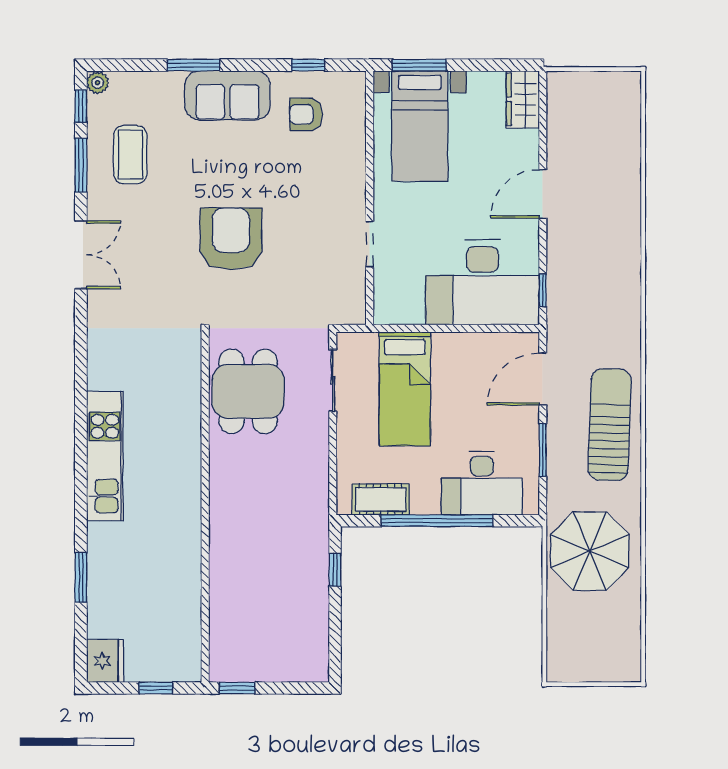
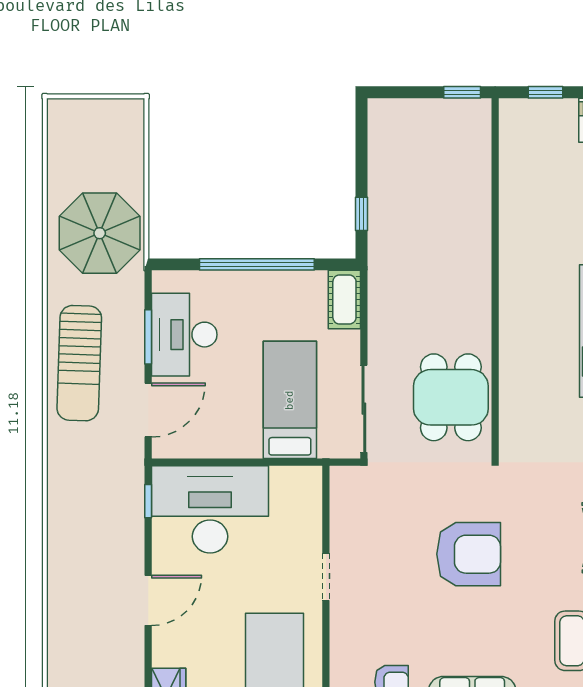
armchair: (231, 239) -> (469, 554), turned -90
doorway: (370, 244) -> (326, 577), moved
sliding door: (333, 380) -> (364, 409), width x1.37
desk: (482, 483) -> (184, 335), moved, turned -90
cot: (381, 499) -> (344, 300), moved, turned 90

